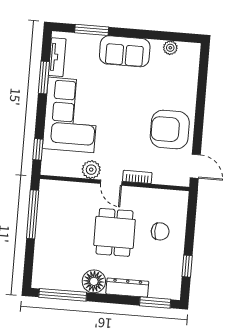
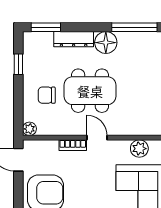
plant: (91, 170) -> (139, 149), moved
plant: (181, 198) -> (29, 129), added
dining table: (114, 232) -> (90, 91), width x1.38

